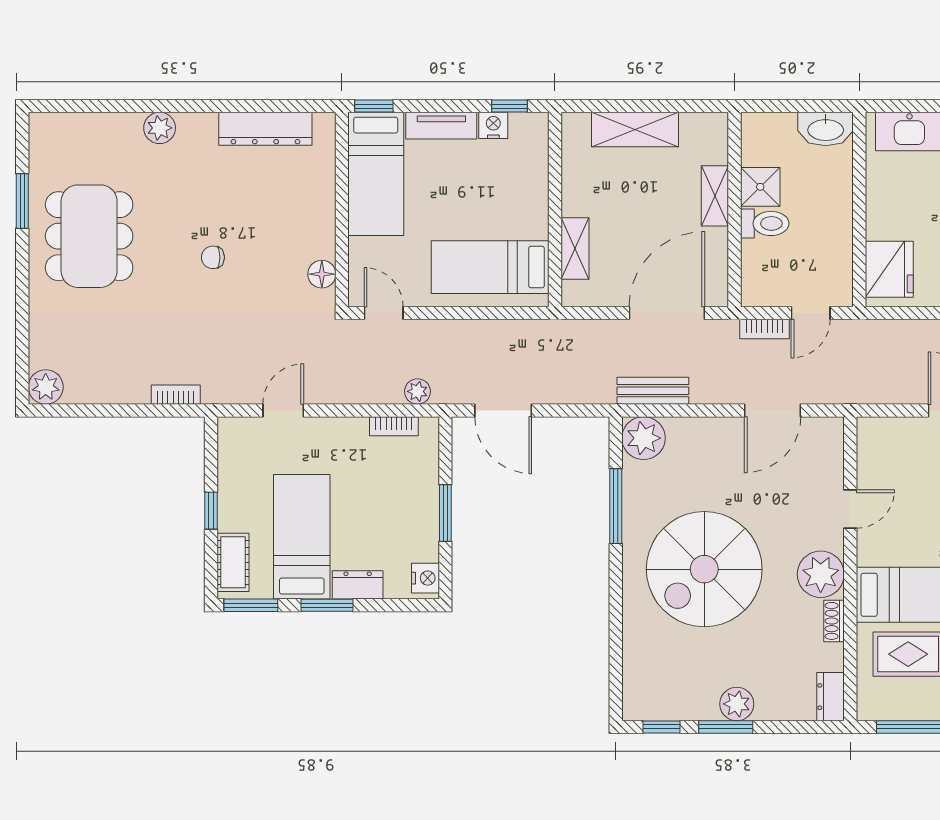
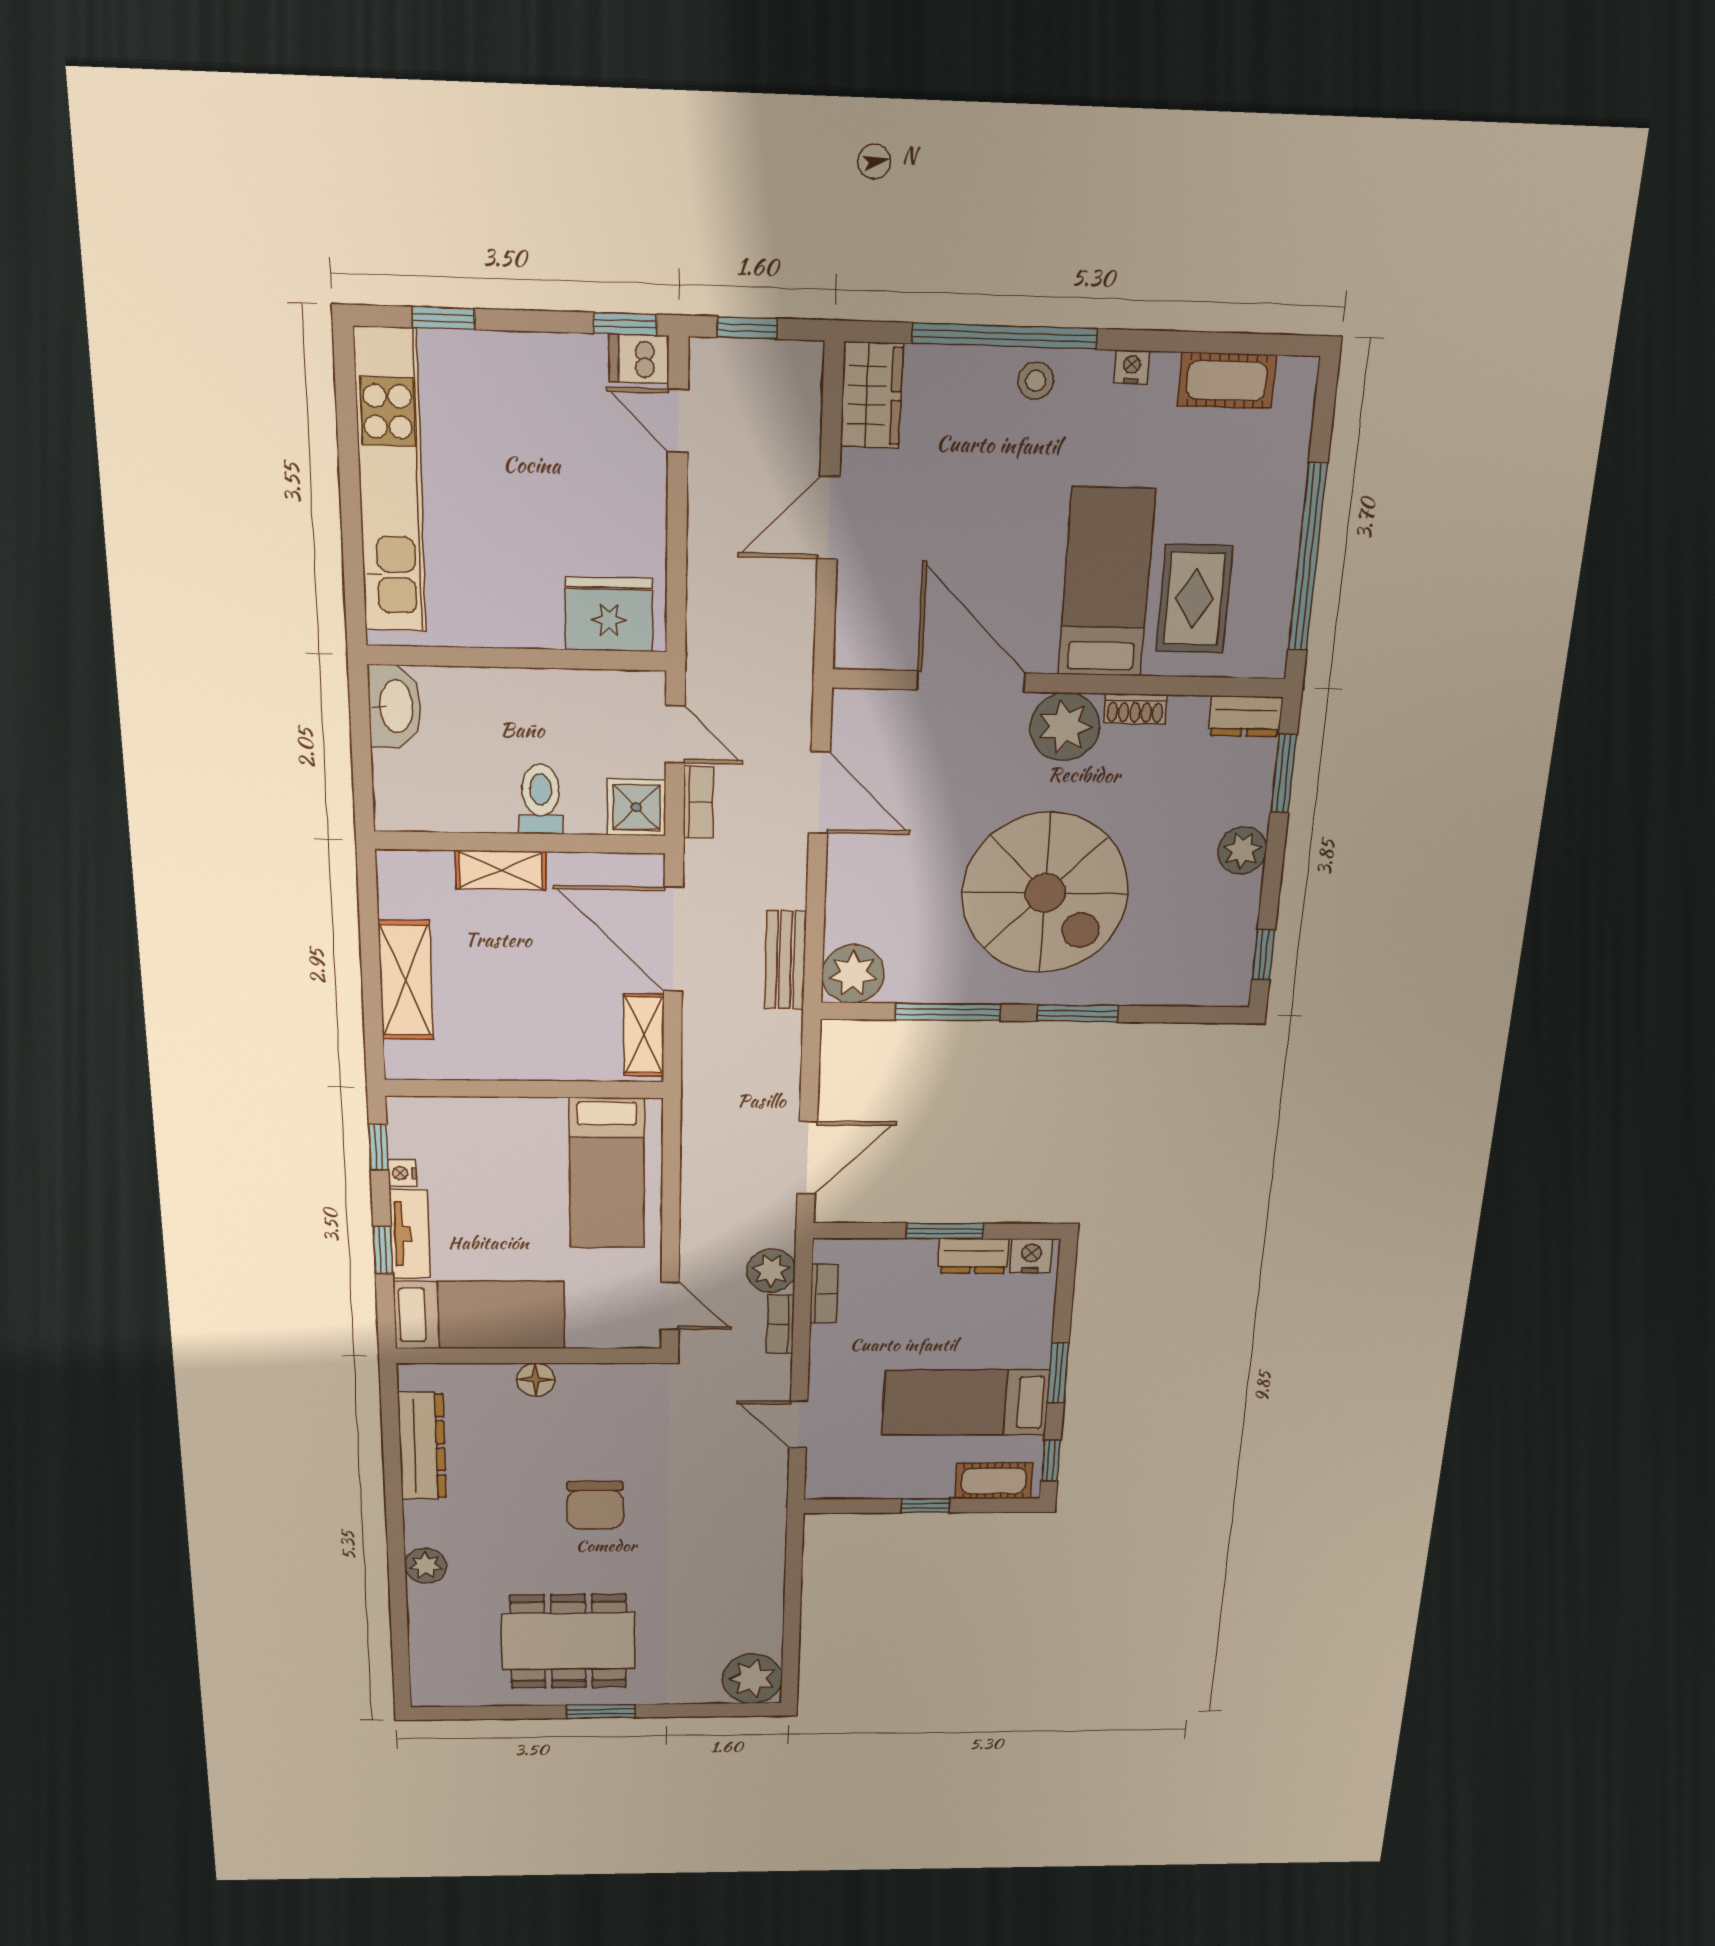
window: (374, 106) -> (383, 1250), moved
nightstand: (493, 125) -> (402, 1173), width x0.72, depth x0.74
shower: (760, 187) -> (636, 807), moved
window: (22, 201) -> (601, 1711), moved
shelving: (575, 248) -> (644, 1035), moved, turned 90
chair: (213, 257) -> (595, 1505), width x1.87, depth x1.87
floor lamp: (322, 274) -> (536, 1380), moved
door: (384, 313) -> (670, 1306), swing flipped
plant: (46, 387) -> (752, 1679), width x1.36, depth x1.36
plant: (417, 391) -> (771, 1271), width x1.38, depth x1.38
bookcase: (176, 395) -> (780, 1324), moved
door: (850, 509) -> (971, 681), width x1.88
dresser: (358, 585) -> (973, 1256), moved, turned -90
window: (616, 598) -> (1078, 1013), added
window: (251, 605) -> (1051, 1460), width x0.67
window: (726, 727) -> (1284, 774), moved

